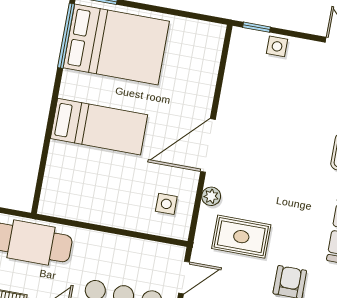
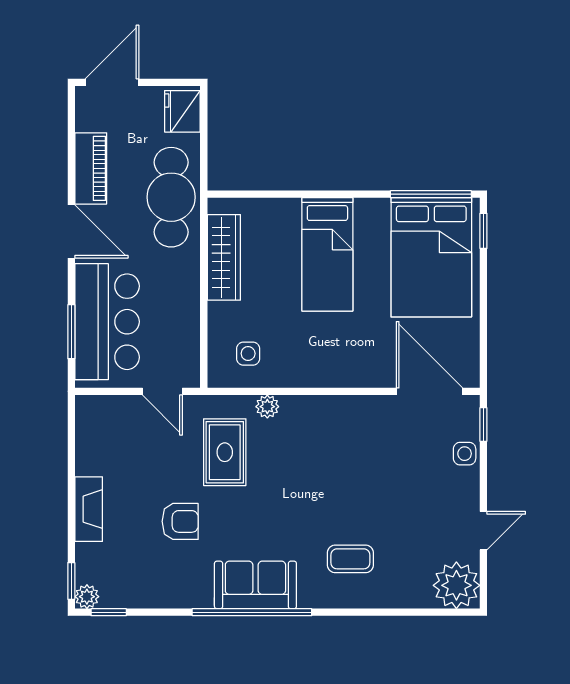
door: (208, 146) -> (430, 391), moved
wardrobe: (86, 209) -> (224, 257), added

